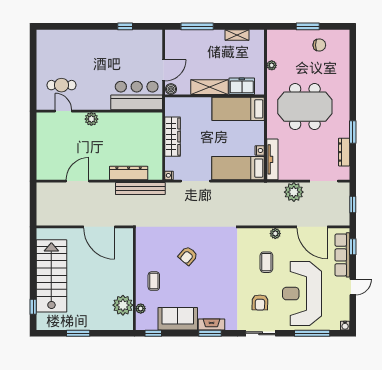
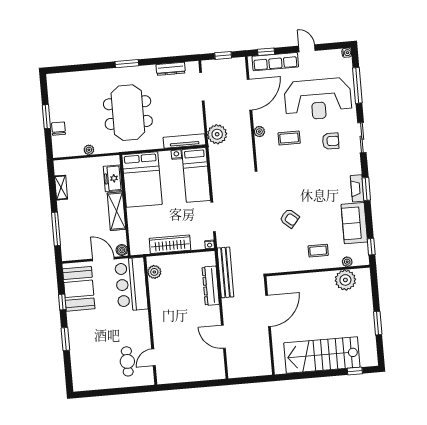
window: (89, 26) -> (65, 339), added
booth: (137, 44) -> (79, 289), added
chair: (319, 45) -> (59, 129), moved
bed: (238, 109) -> (142, 180), width x1.50
plant: (91, 119) -> (154, 272), moved
window: (353, 132) -> (127, 64), moved
plant: (294, 192) -> (217, 134), moved

